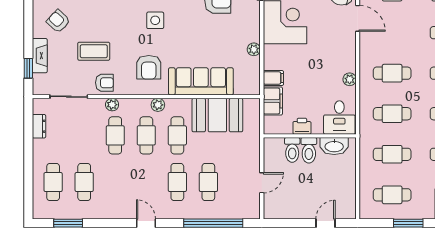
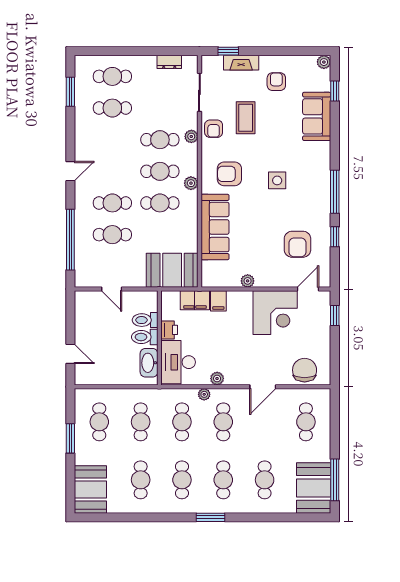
door: (358, 18) -> (263, 387), moved
armchair: (58, 21) -> (276, 82), turned -43
plant: (365, 92) -> (204, 394), added
booth: (217, 115) -> (172, 270), moved, turned 90
desk: (339, 118) -> (178, 362), width x1.37

